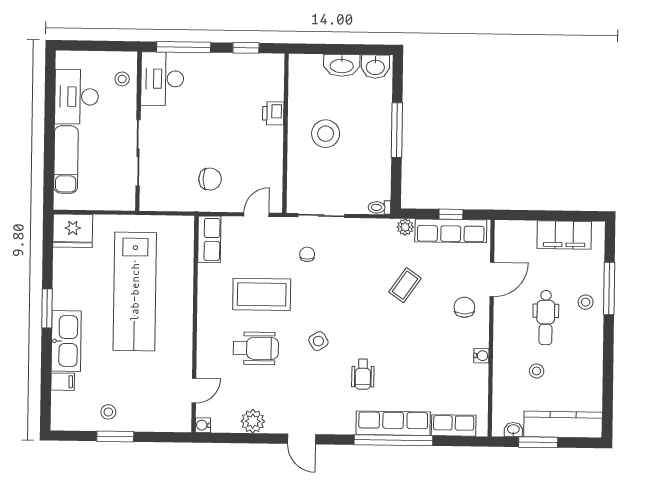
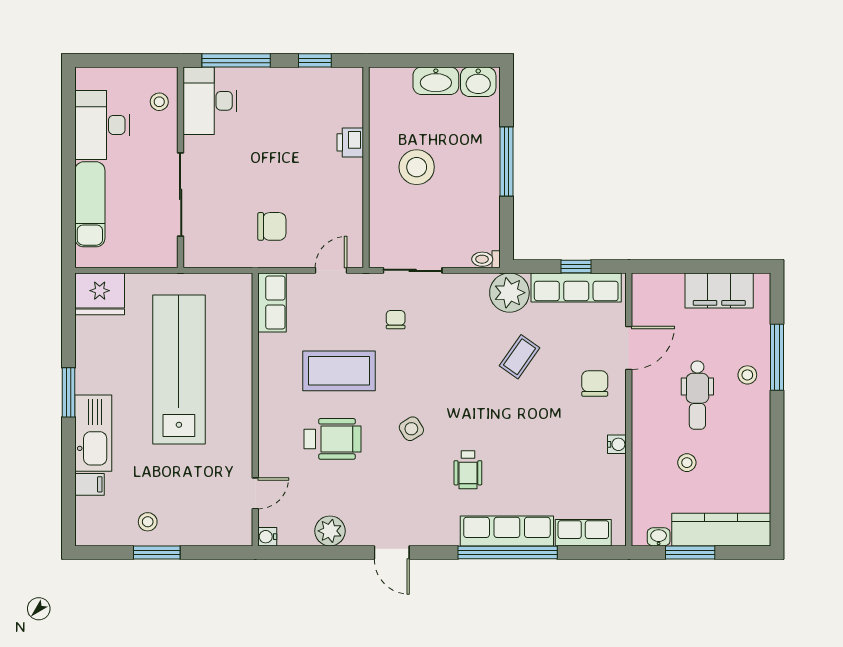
plant: (405, 227) -> (509, 293), width x1.88, depth x1.88
lab bench: (135, 292) -> (179, 369), turned 180

